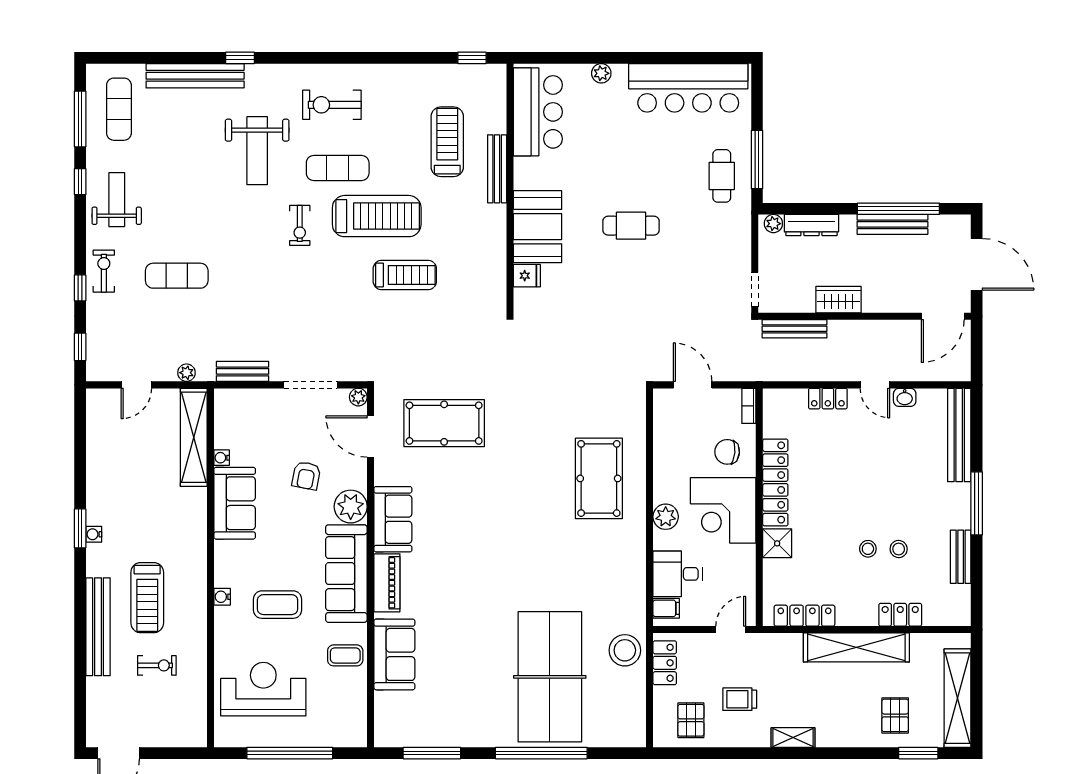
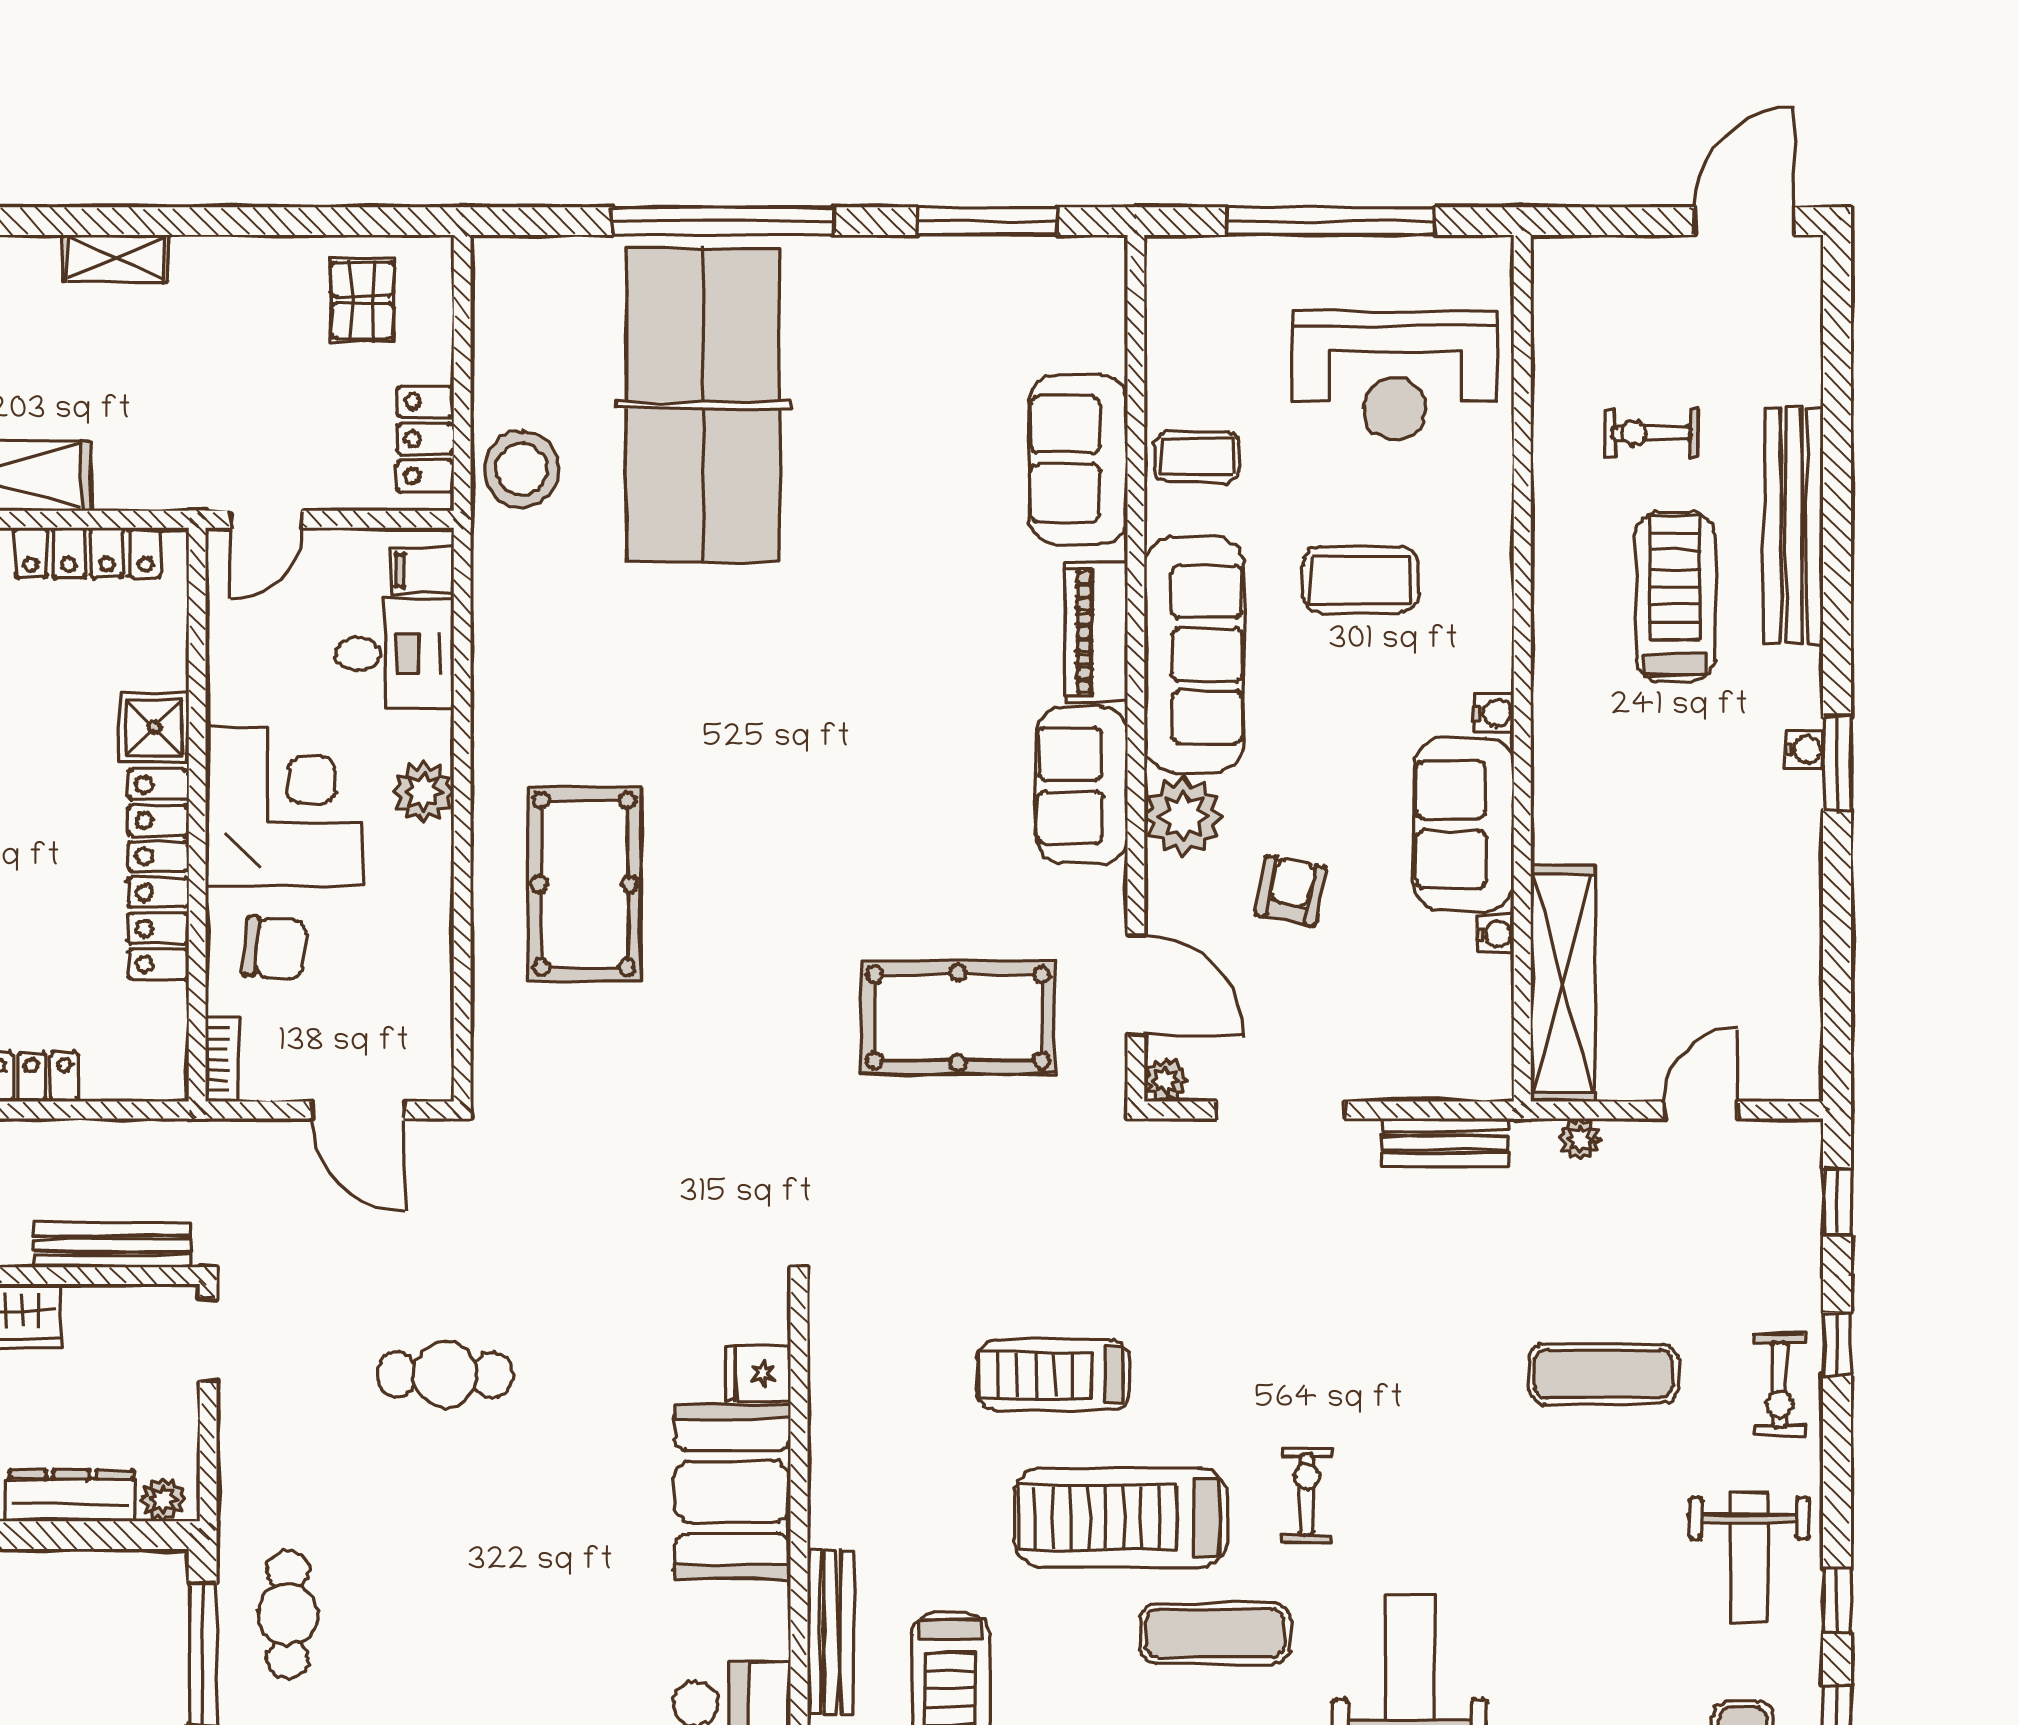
cafe table: (631, 226) -> (445, 1374), moved
water cooler: (222, 597) -> (1494, 713), moved
trolley: (740, 699) -> (244, 351), removed

